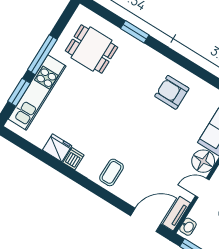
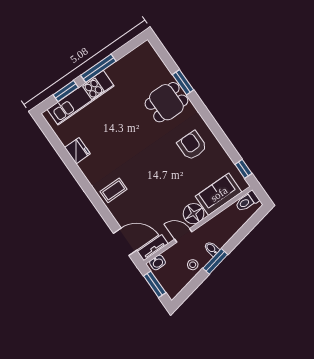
dining table: (92, 49) -> (166, 102), moved, turned 90
dishwasher: (73, 159) -> (87, 165), removed

